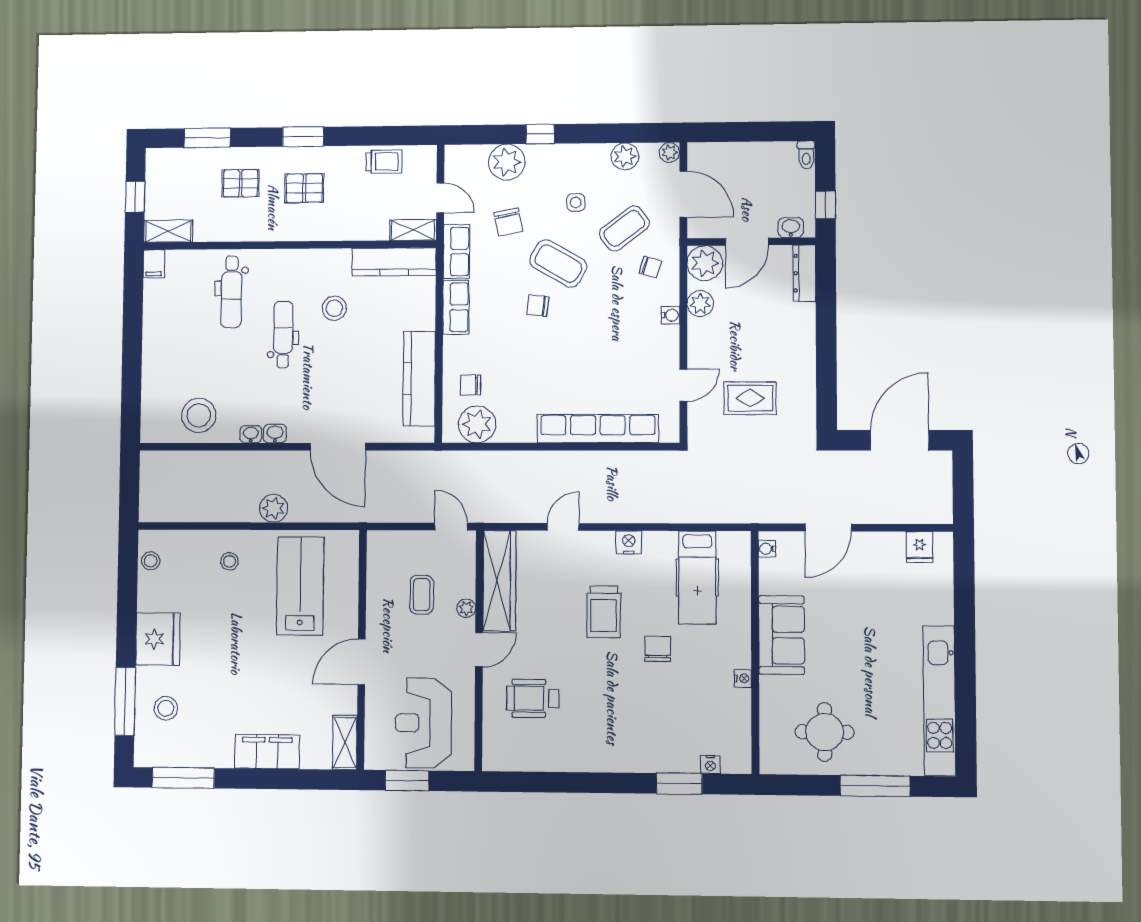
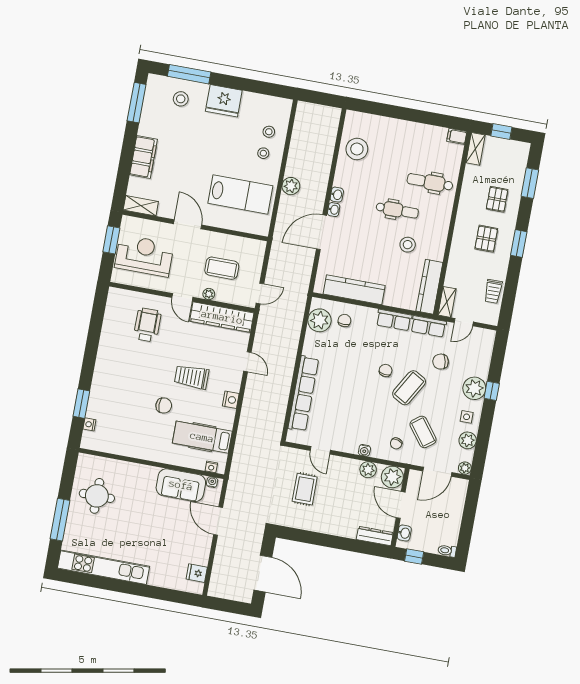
plant: (507, 162) -> (474, 388), moved
side table: (576, 202) -> (467, 417), moved
washbasin: (251, 434) -> (334, 210), moved
stool: (151, 561) -> (269, 132), moved
coffee table: (422, 595) -> (222, 268), width x1.36, depth x1.30
sofa: (782, 635) -> (181, 485), moved
nightstand: (743, 678) -> (211, 467), moved

